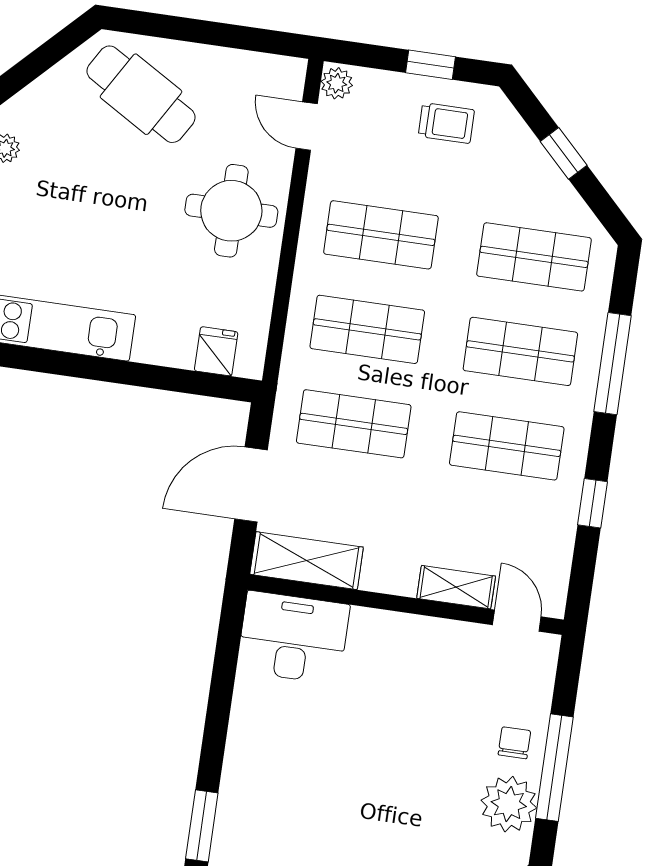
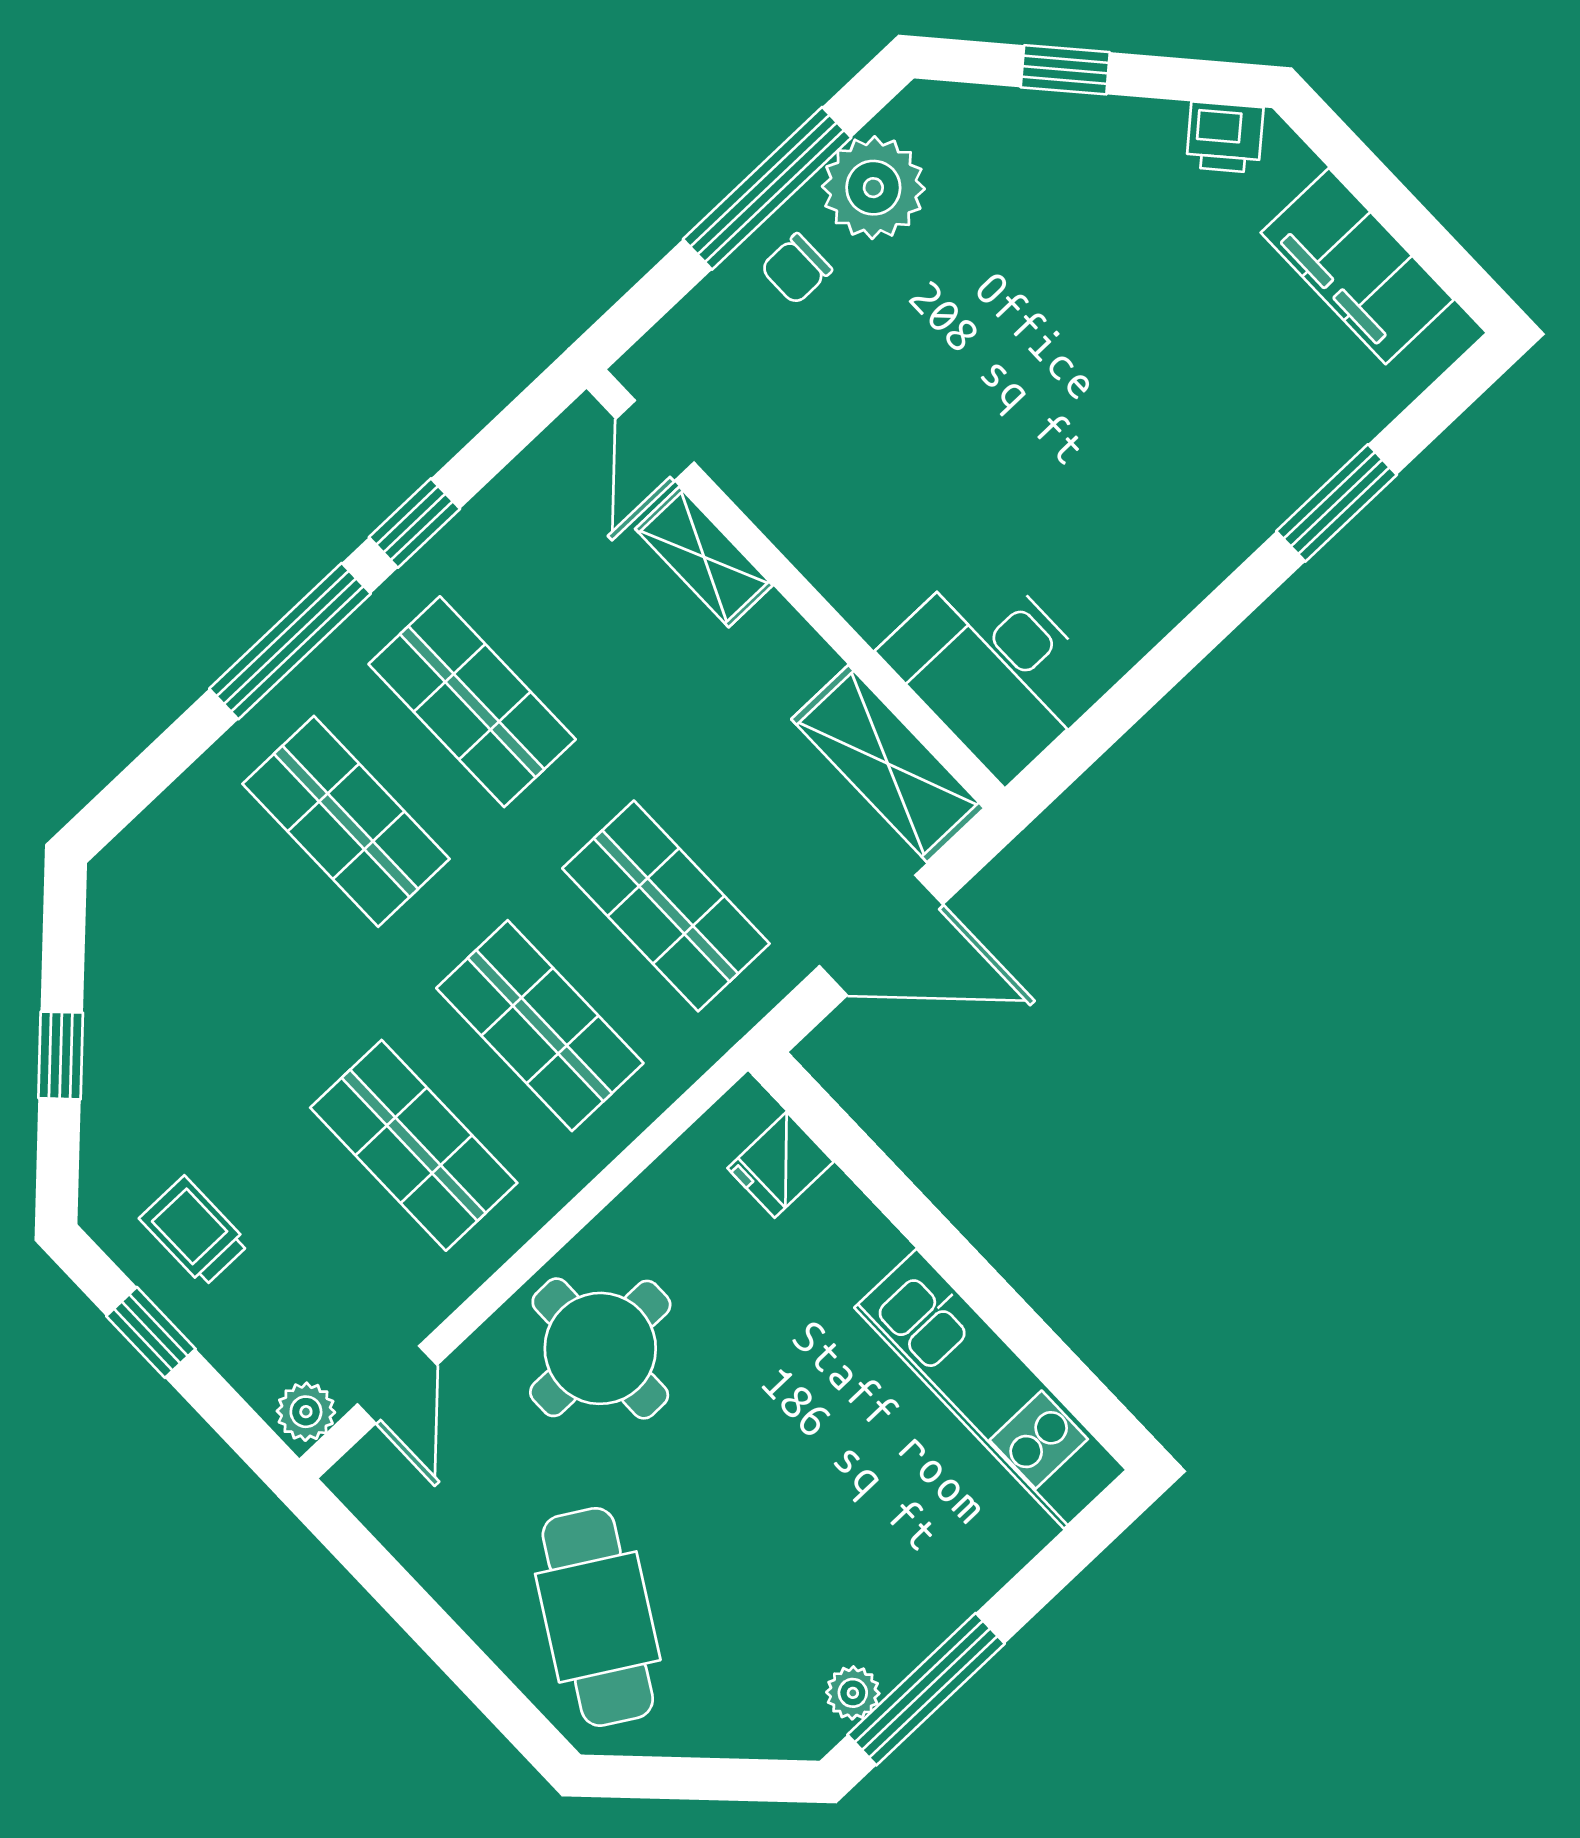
shop shelf: (534, 257) -> (220, 941), removed
window: (613, 364) -> (290, 641), moved

